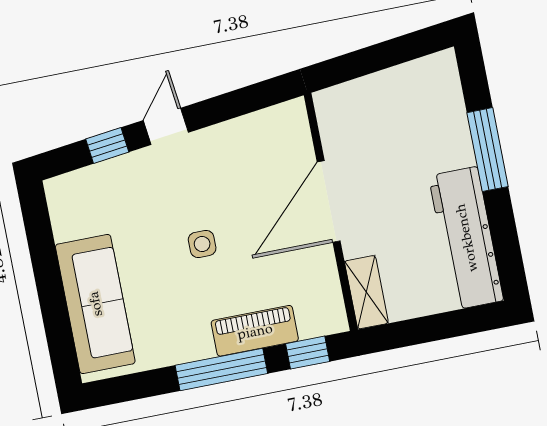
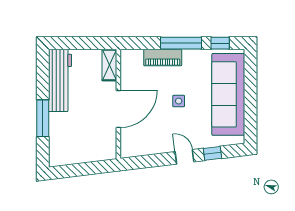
door: (166, 126) -> (185, 157), swing flipped
sofa: (95, 304) -> (228, 94), width x1.36, depth x1.27
window: (308, 353) -> (220, 43), moved

